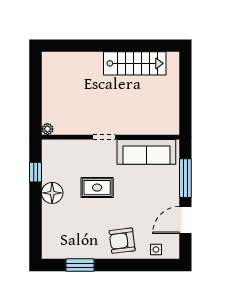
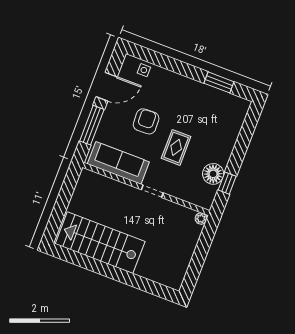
stairs: (135, 63) -> (100, 243), width x1.36, depth x1.51
rug: (97, 188) -> (176, 147), turned 90
floor lamp: (52, 193) -> (213, 174), moved
armchair: (122, 241) -> (146, 121), moved, turned -85

